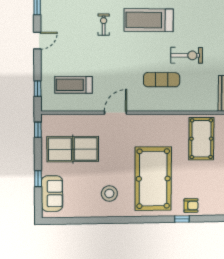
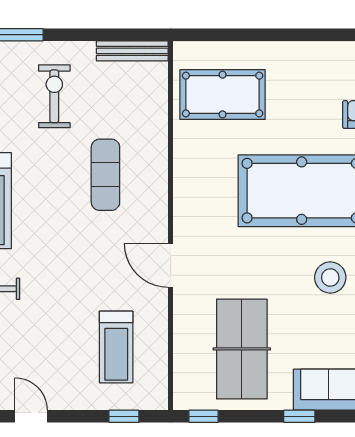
exercise bike: (187, 55) -> (54, 96), moved

